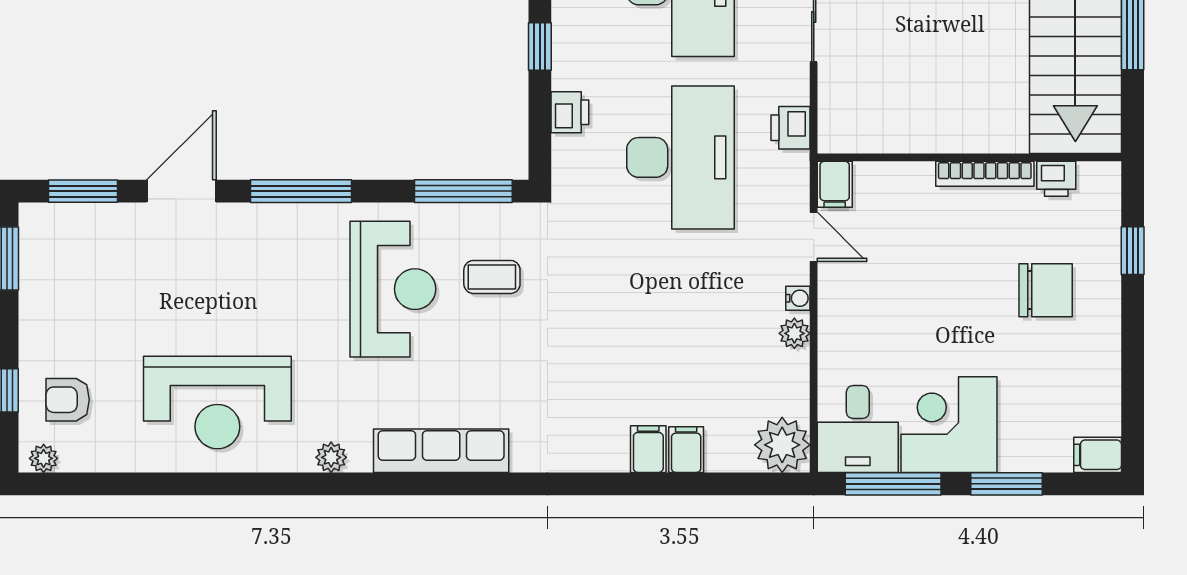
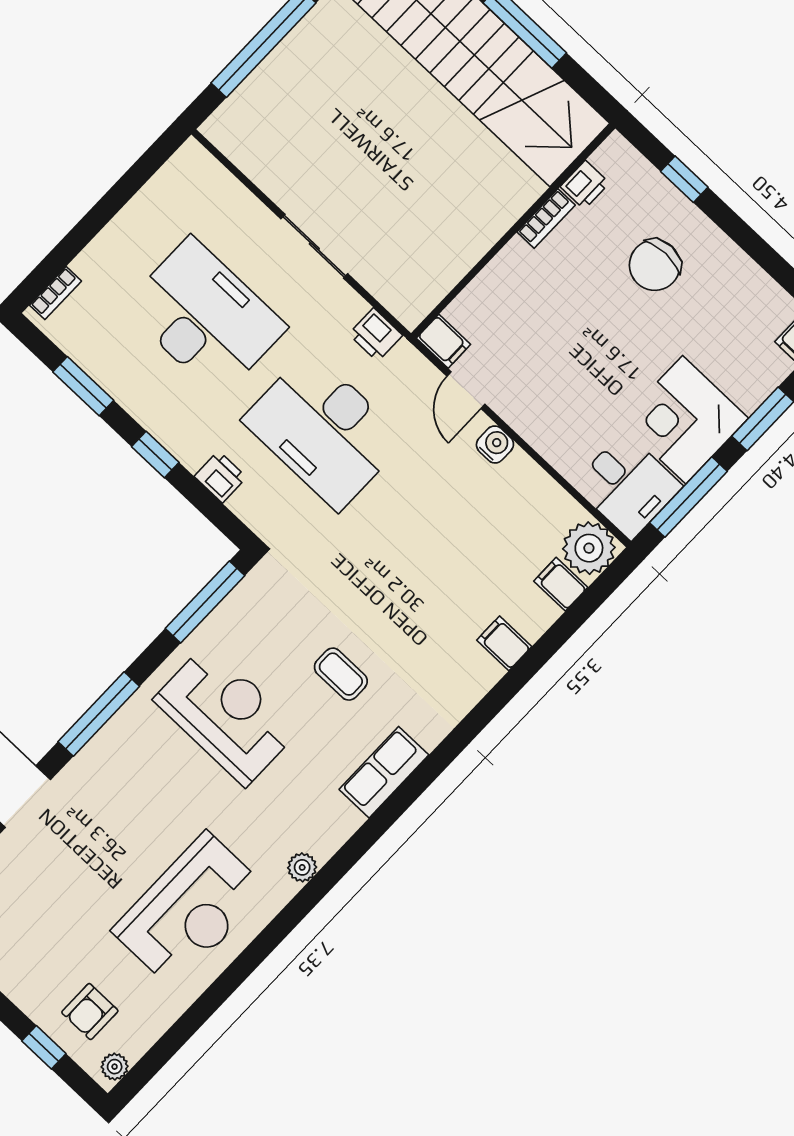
desk: (680, 157) -> (324, 430), turned 180
bookcase: (985, 174) -> (546, 219), width x0.64
door: (814, 237) -> (466, 390), swing flipped
coffee table: (492, 277) -> (341, 674), moved, turned 90
chair: (1046, 290) -> (655, 265), turned 180
water cooler: (798, 298) -> (495, 444), width x1.38, depth x1.38
plant: (794, 333) -> (520, 467), removed
filing cabinet: (686, 450) -> (561, 584), moved
row of seats: (441, 451) -> (384, 772), width x0.68

